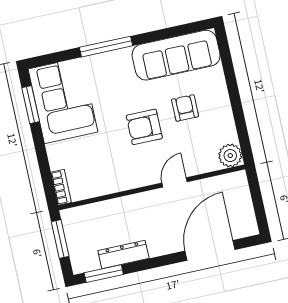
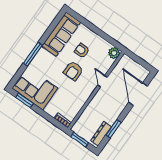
dresser: (123, 254) -> (101, 134), moved
window: (104, 274) -> (113, 129), moved

